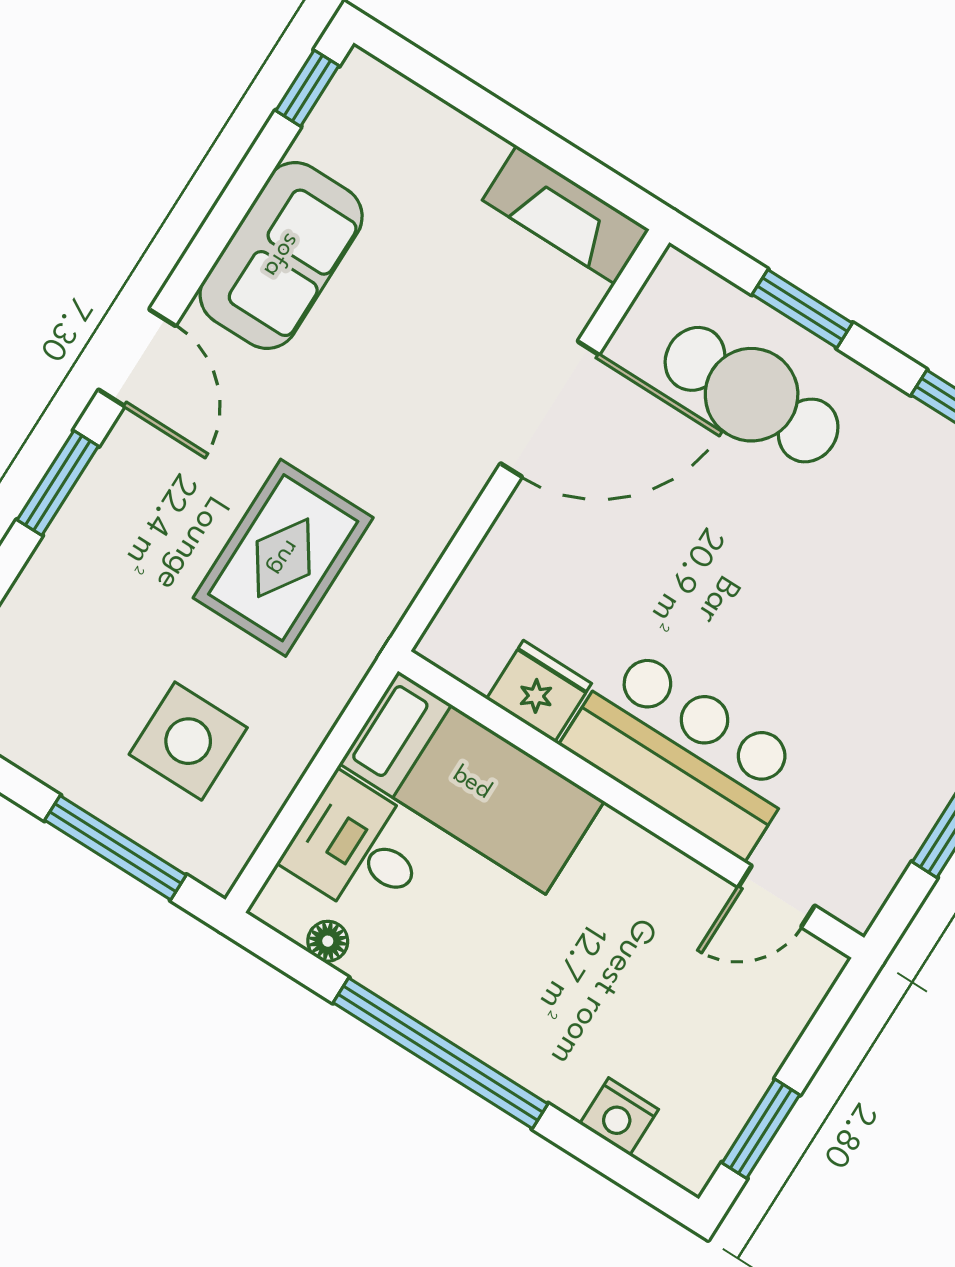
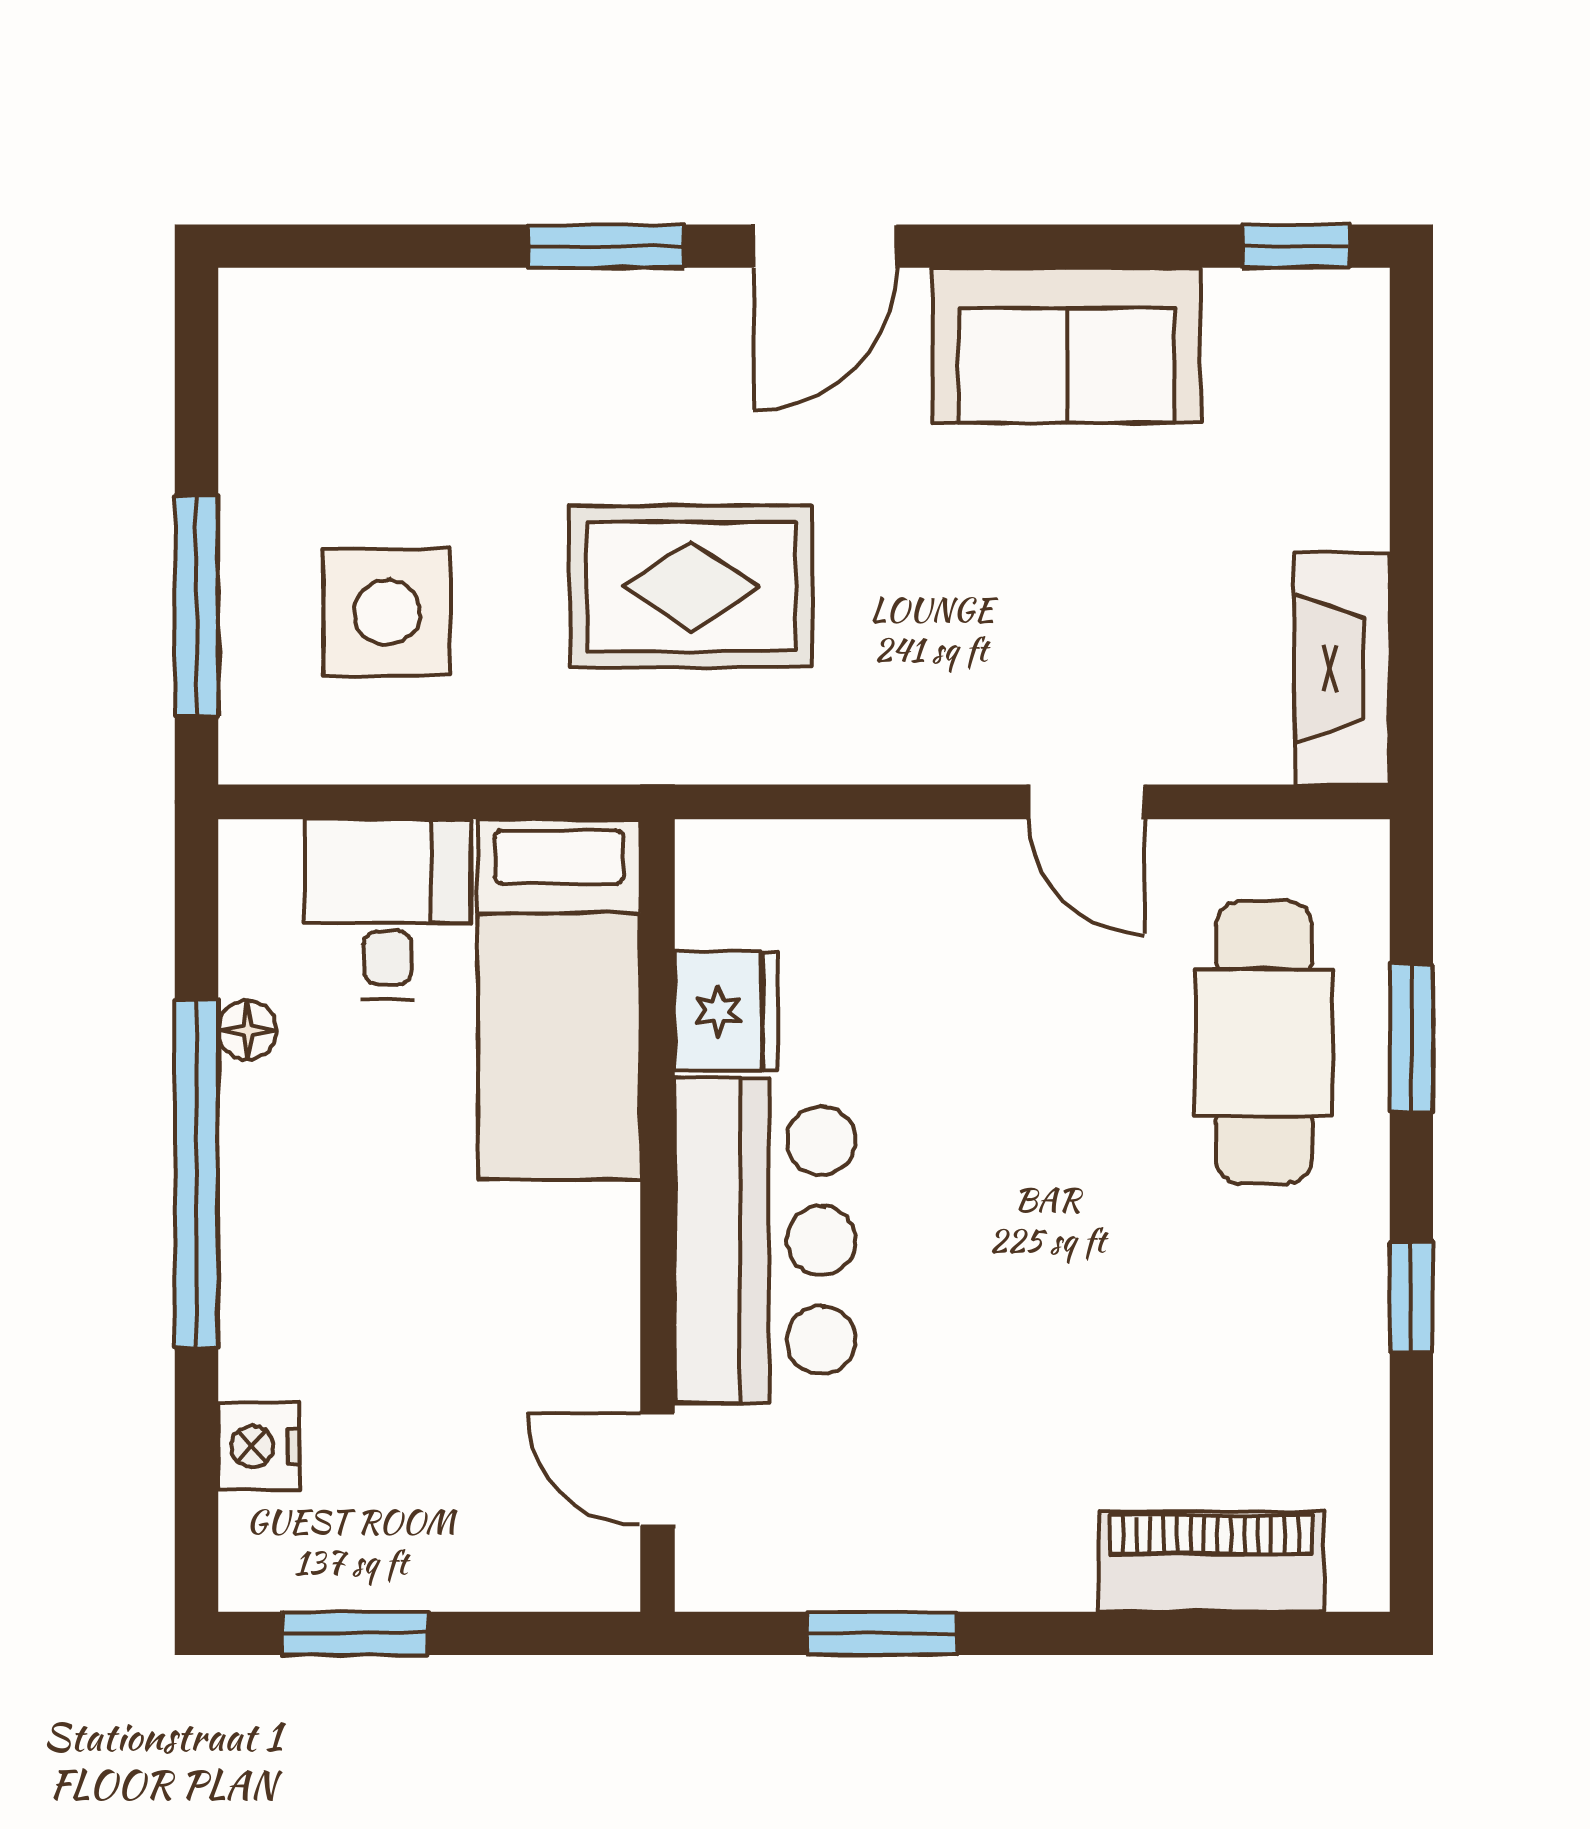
door: (550, 409) -> (1087, 802), width x0.53
floor lamp: (328, 941) -> (247, 1030), moved

